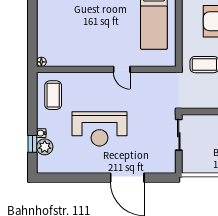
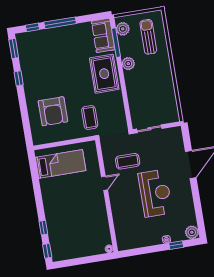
coffee table: (53, 95) -> (128, 161), moved
plant: (45, 147) -> (192, 232), moved

